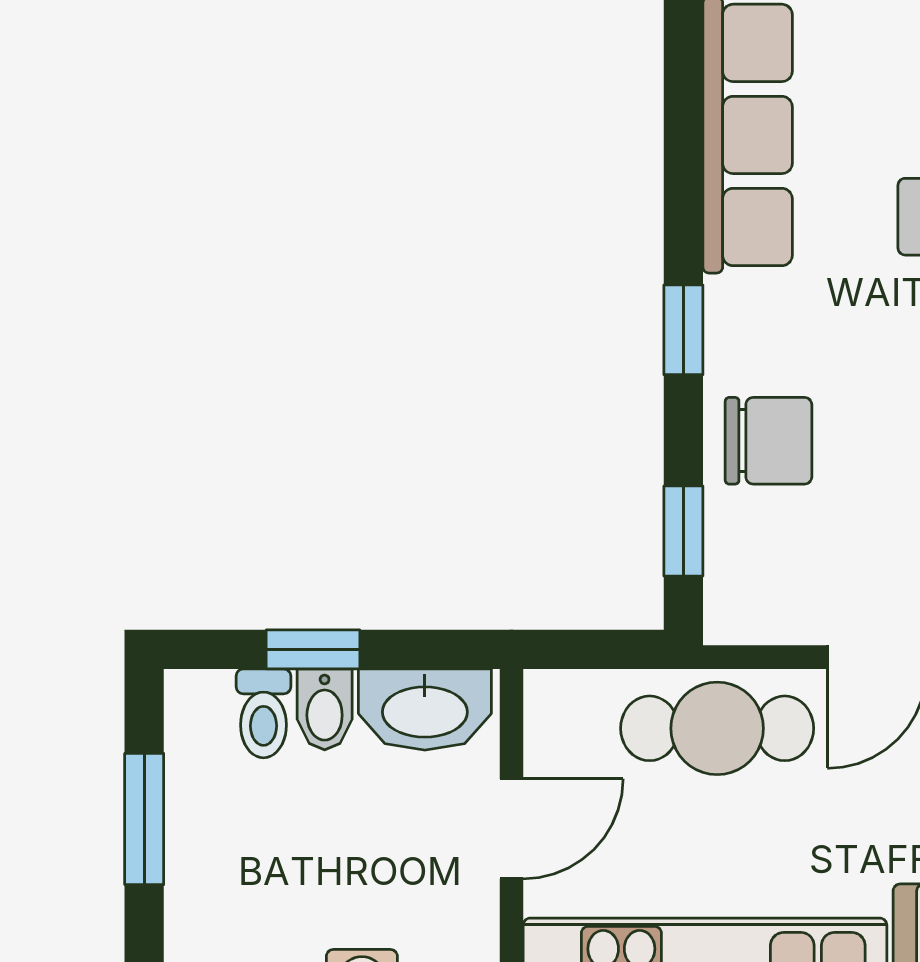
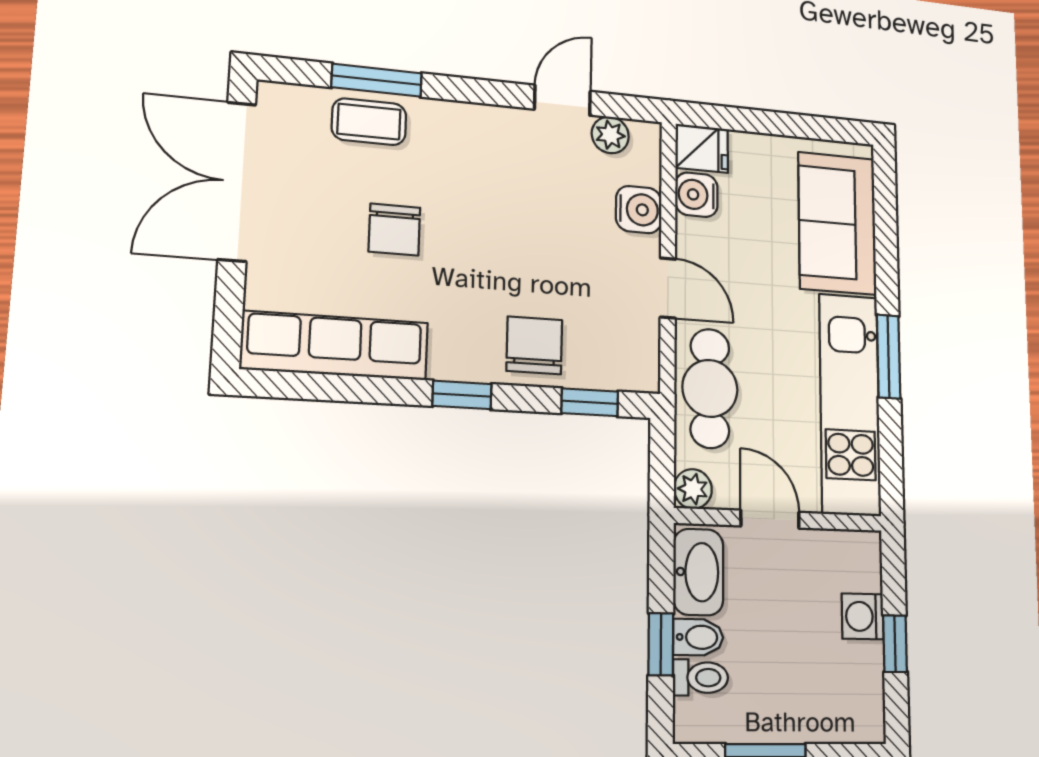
plant: (554, 700) -> (693, 489), added

